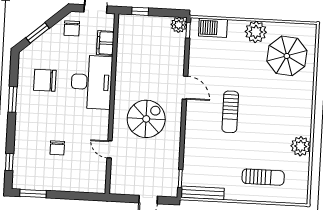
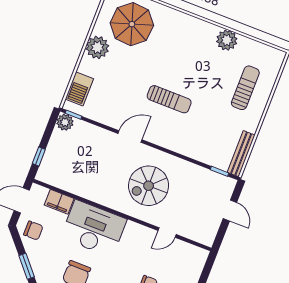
spiral stairs: (146, 119) -> (149, 186), turned -90

